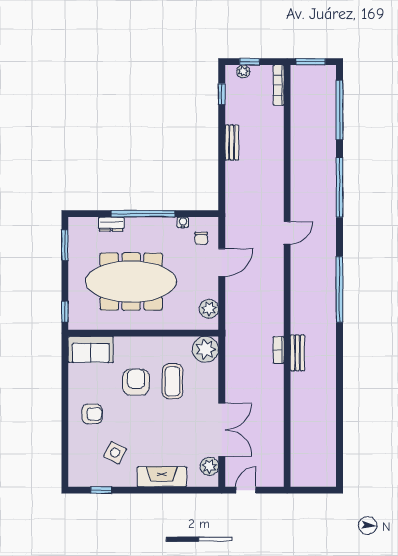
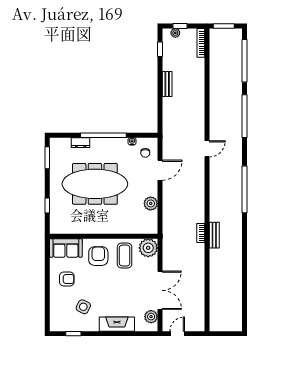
wall: (143, 333) -> (104, 236), moved
sofa: (91, 349) -> (66, 248), moved
plant: (205, 349) -> (148, 248), moved

